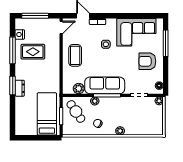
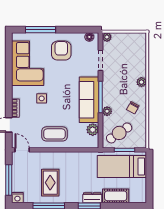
nightstand: (20, 34) -> (17, 198), moved
armchair: (147, 61) -> (61, 51), turned 180
cot: (21, 108) -> (116, 196), added

